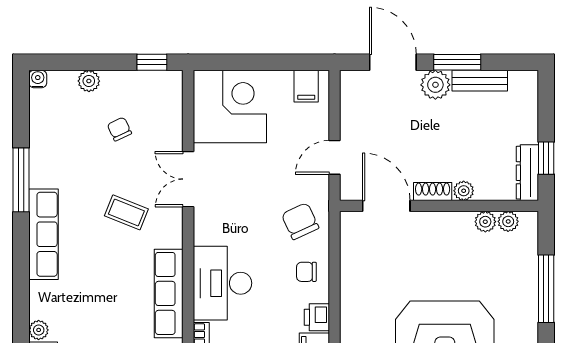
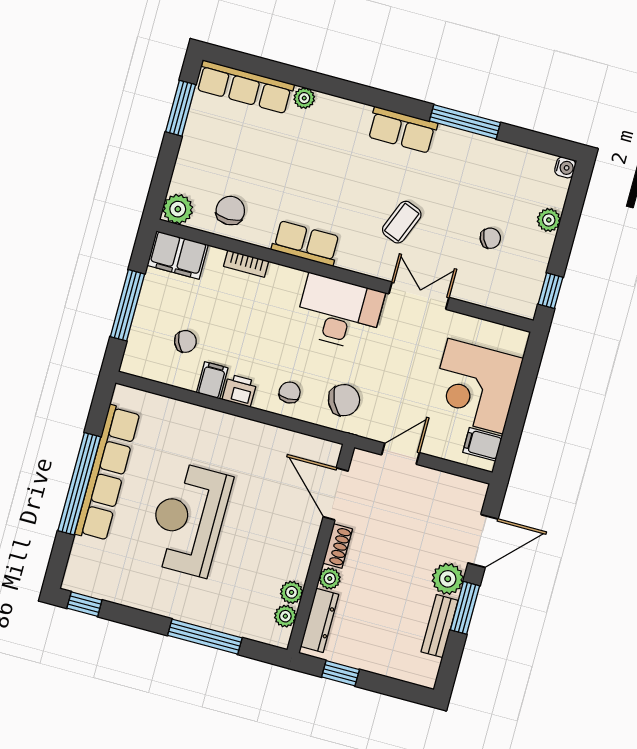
corner desk: (230, 107) -> (475, 386), moved, turned 90
door: (335, 157) -> (401, 454), hinge flipped
dresser: (527, 173) -> (320, 620), moved, turned 90
door: (386, 206) -> (336, 494), swing flipped
row of seats: (44, 234) -> (402, 130), width x0.68
desk: (223, 283) -> (339, 312), moved
row of seats: (169, 293) -> (306, 243), width x0.68

